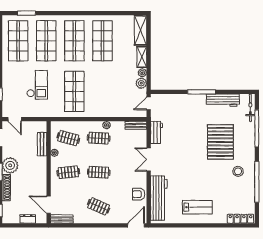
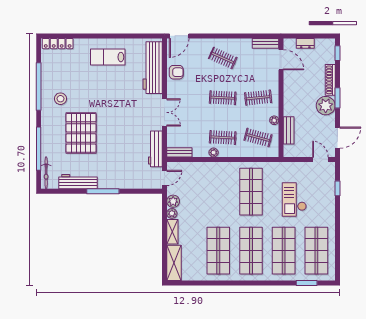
workbench: (156, 132) -> (155, 149), width x1.38

